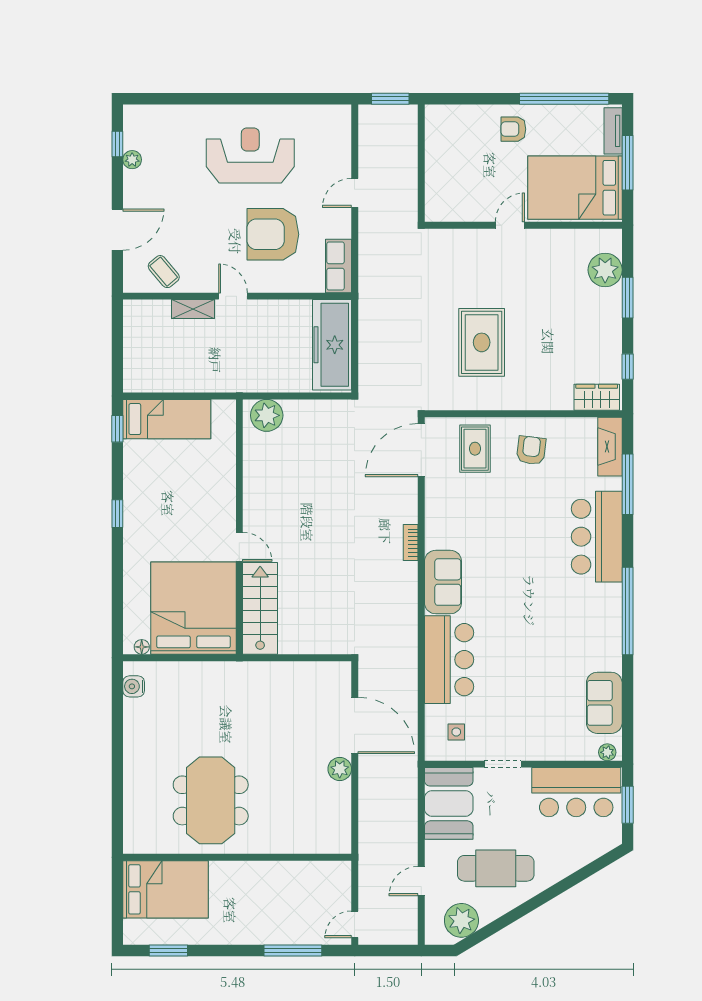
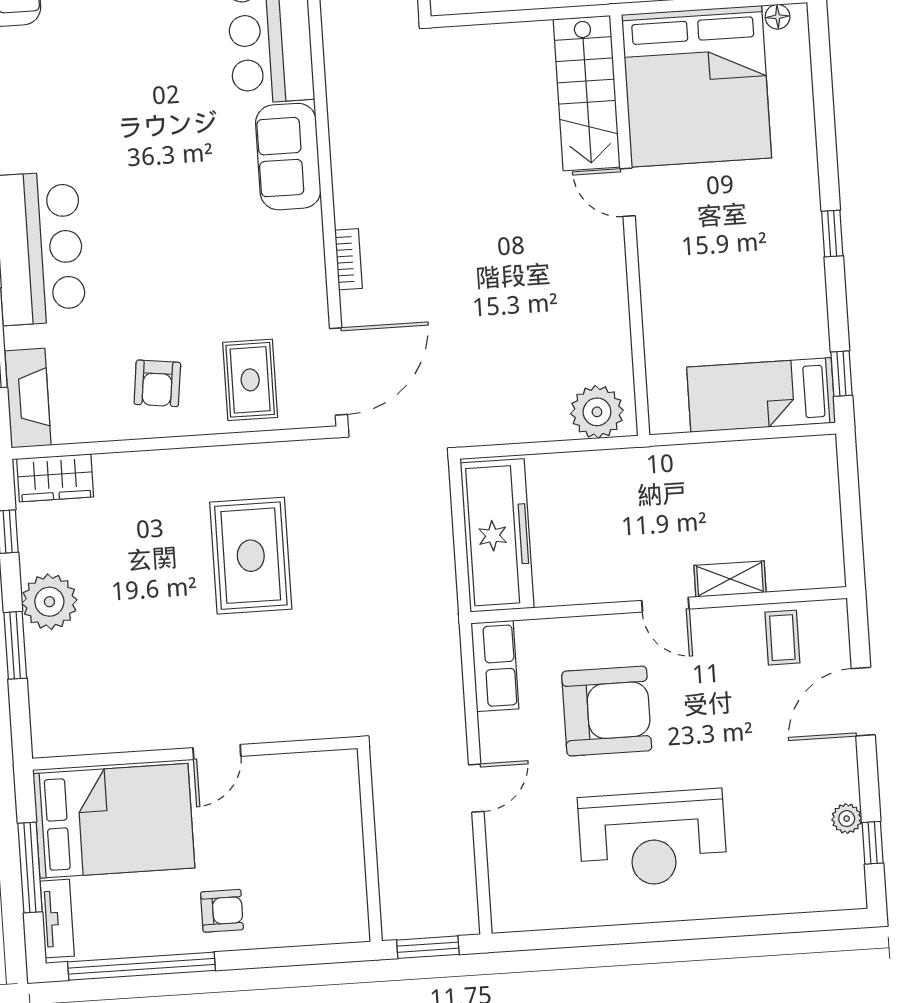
plant: (605, 270) -> (49, 602), moved
coffee table: (164, 272) -> (782, 638), turned 40
bookcase: (411, 543) -> (348, 259), moved

